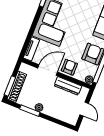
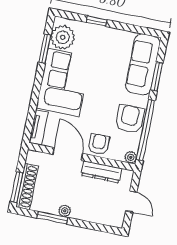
door: (48, 70) -> (68, 154), hinge flipped

